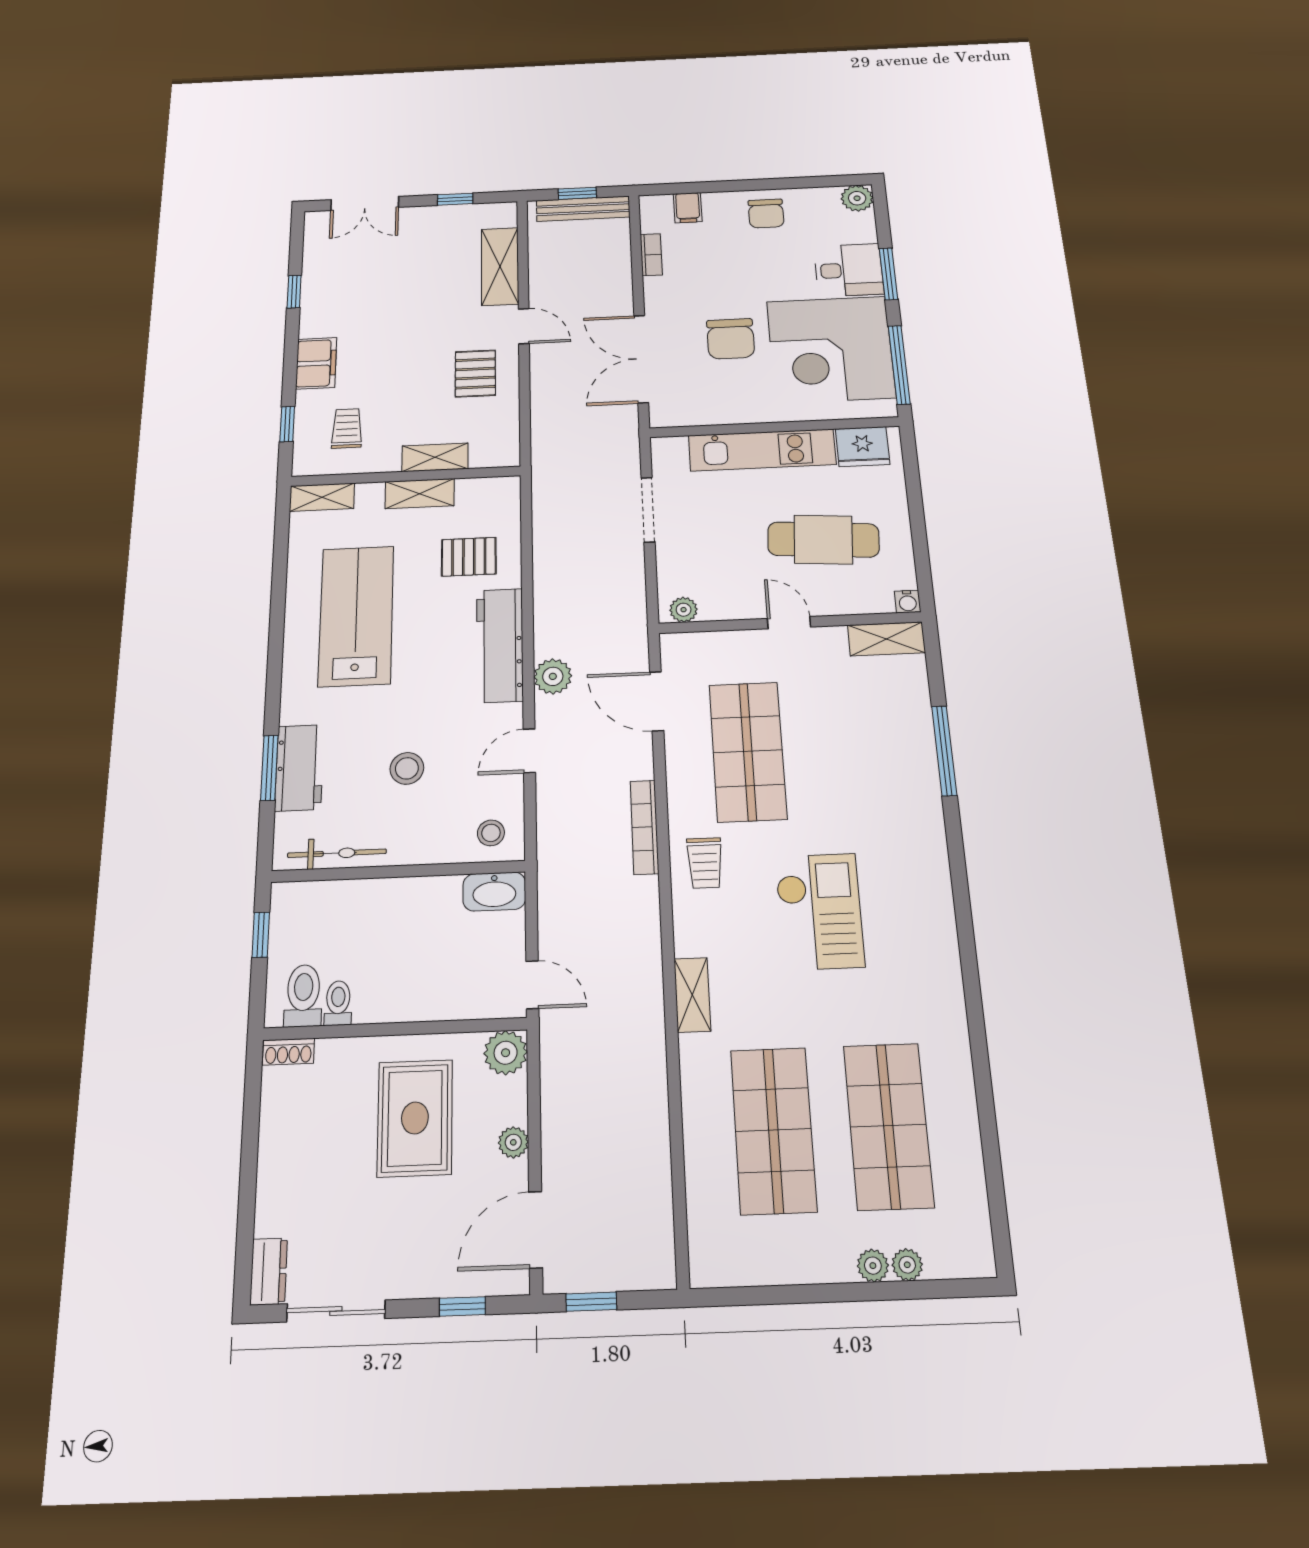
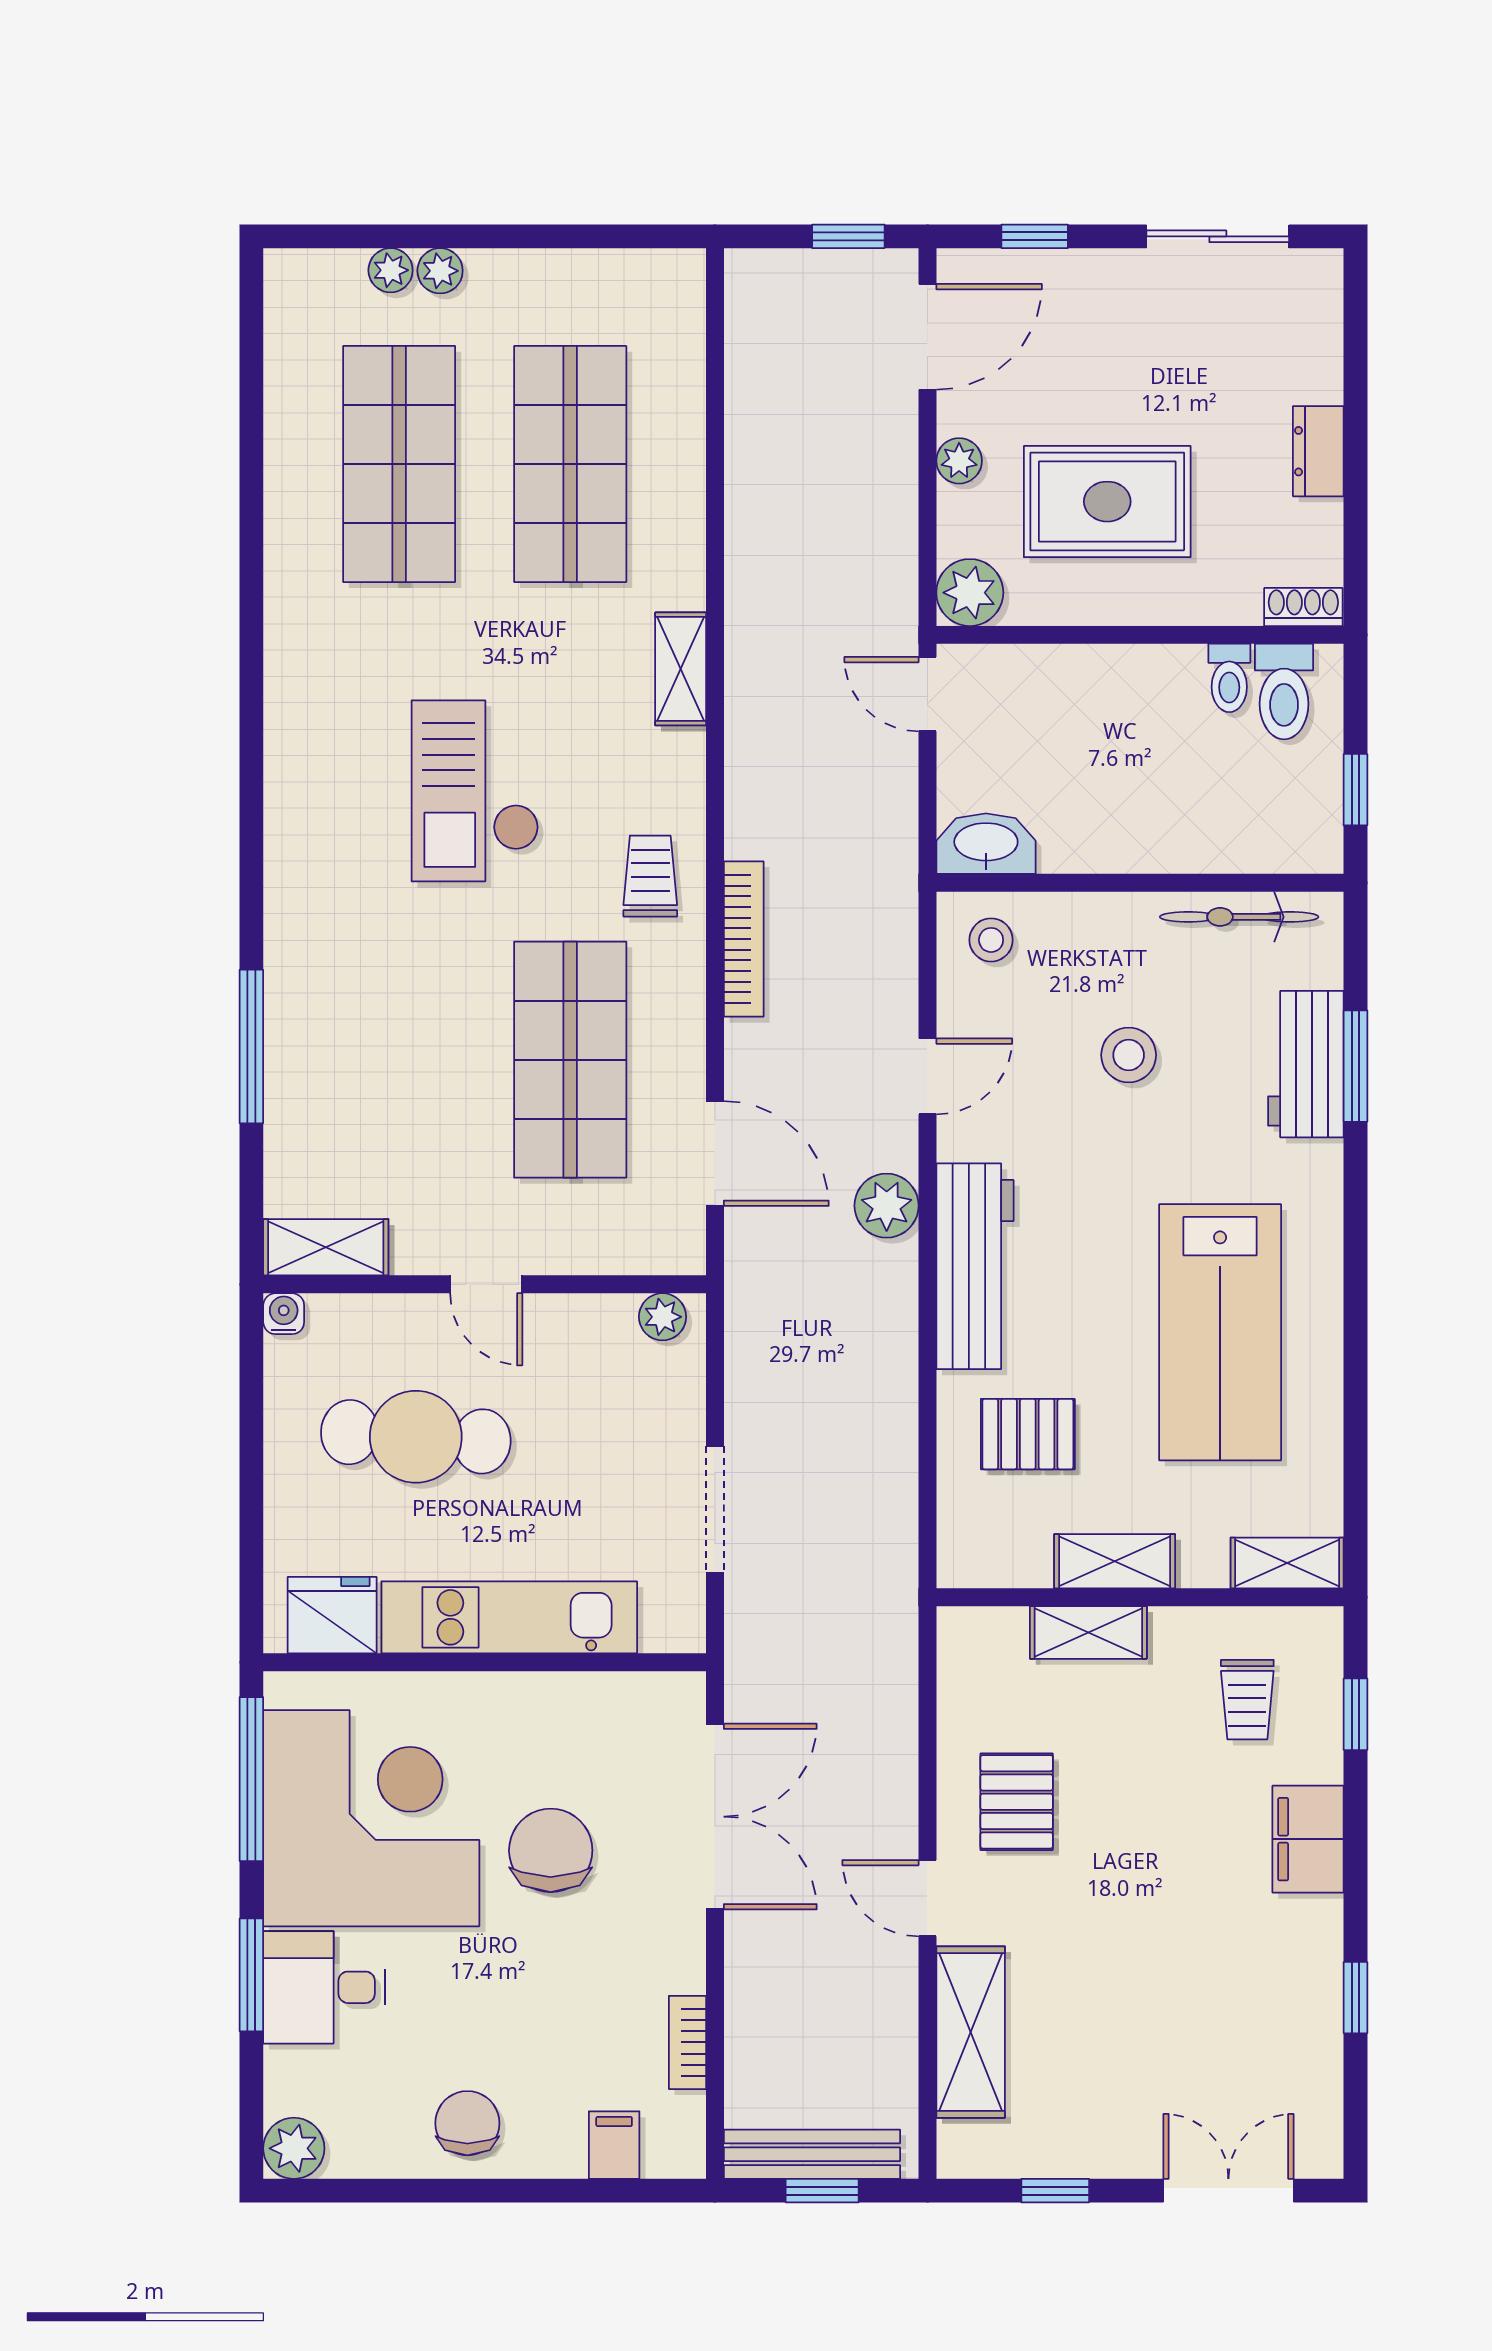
rug: (415, 1118) -> (1107, 502), turned 90
dresser: (269, 1271) -> (1318, 451), moved

